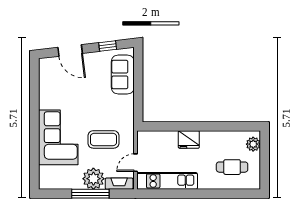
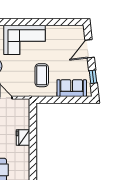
coffee table: (103, 139) -> (42, 75), moved

